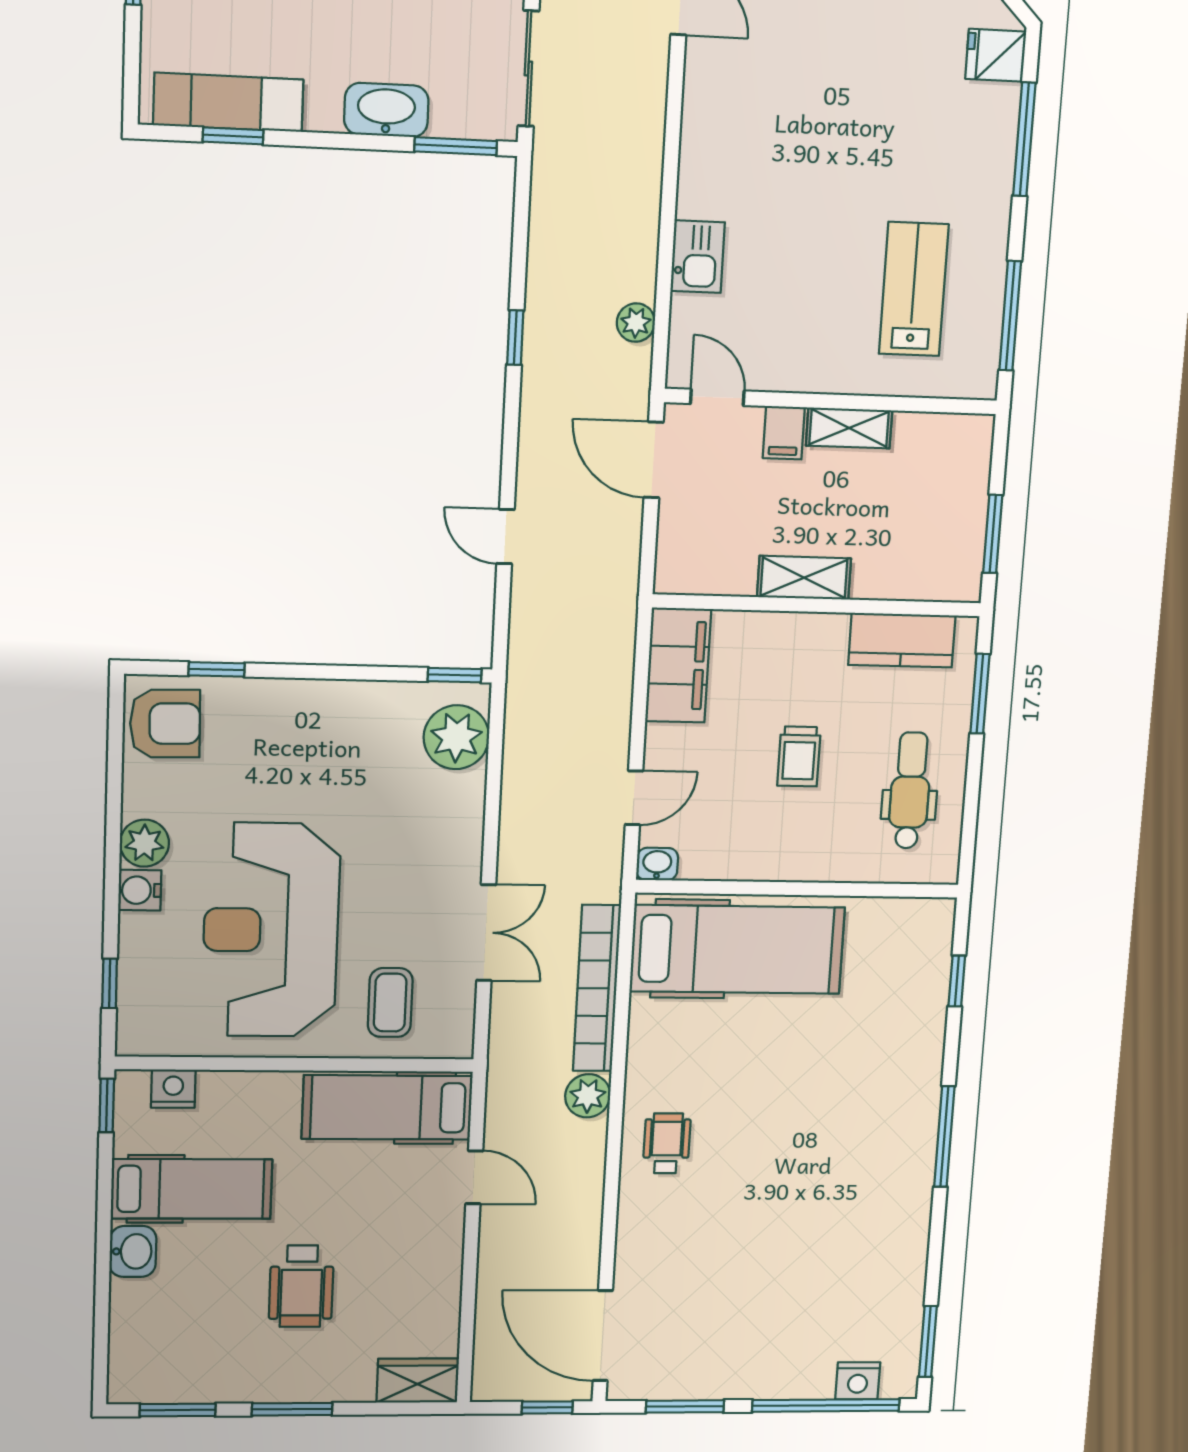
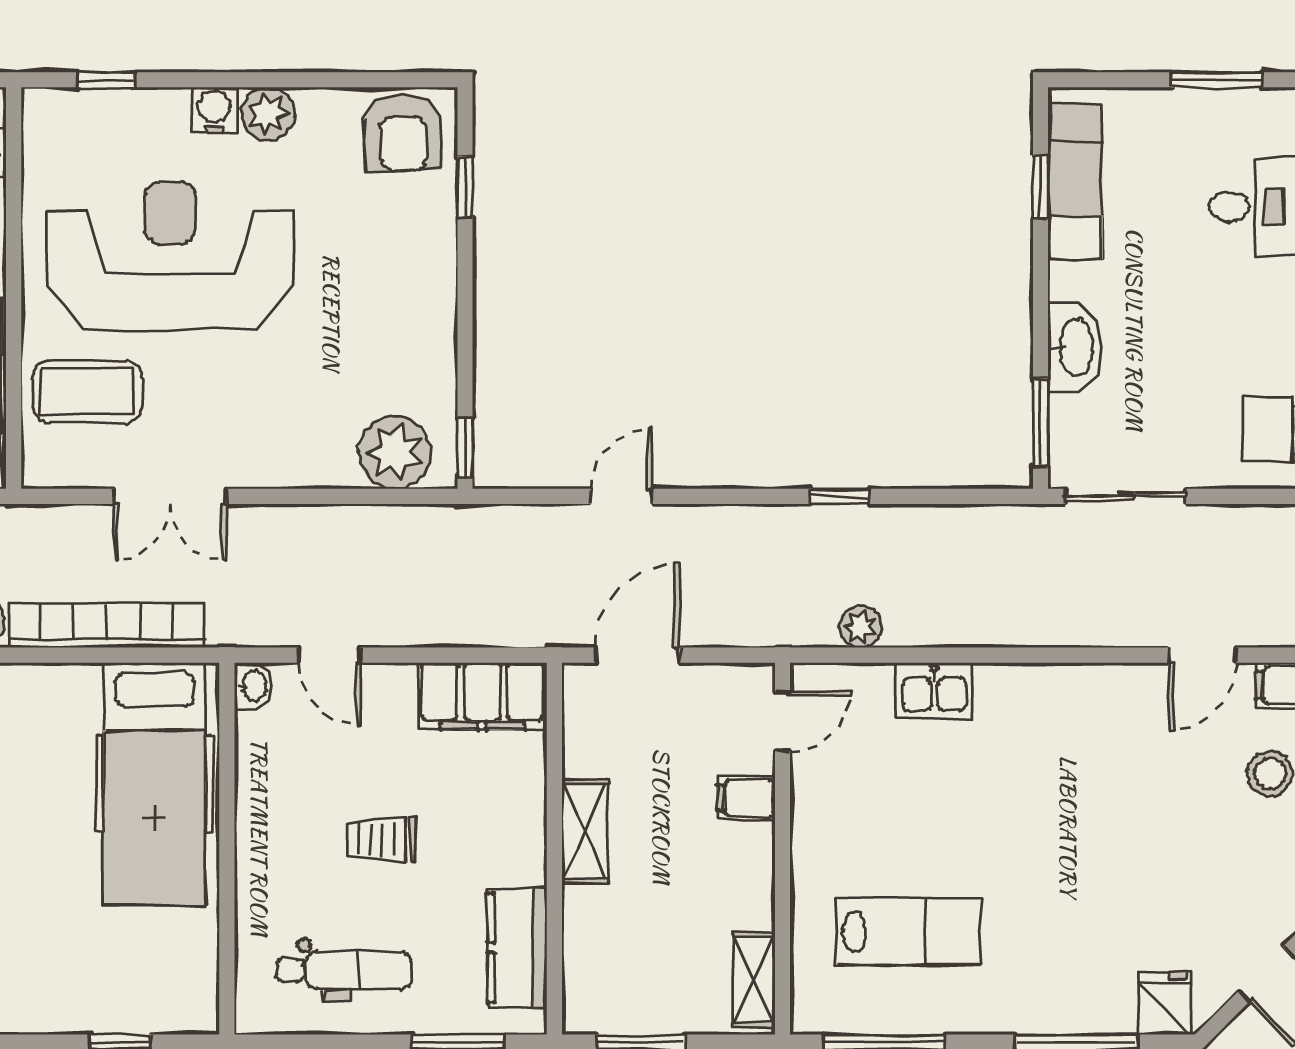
shelving: (849, 428) -> (754, 979), moved
door: (654, 460) -> (637, 655), moved
coffee table: (390, 1003) -> (87, 392), width x1.36, depth x1.30

